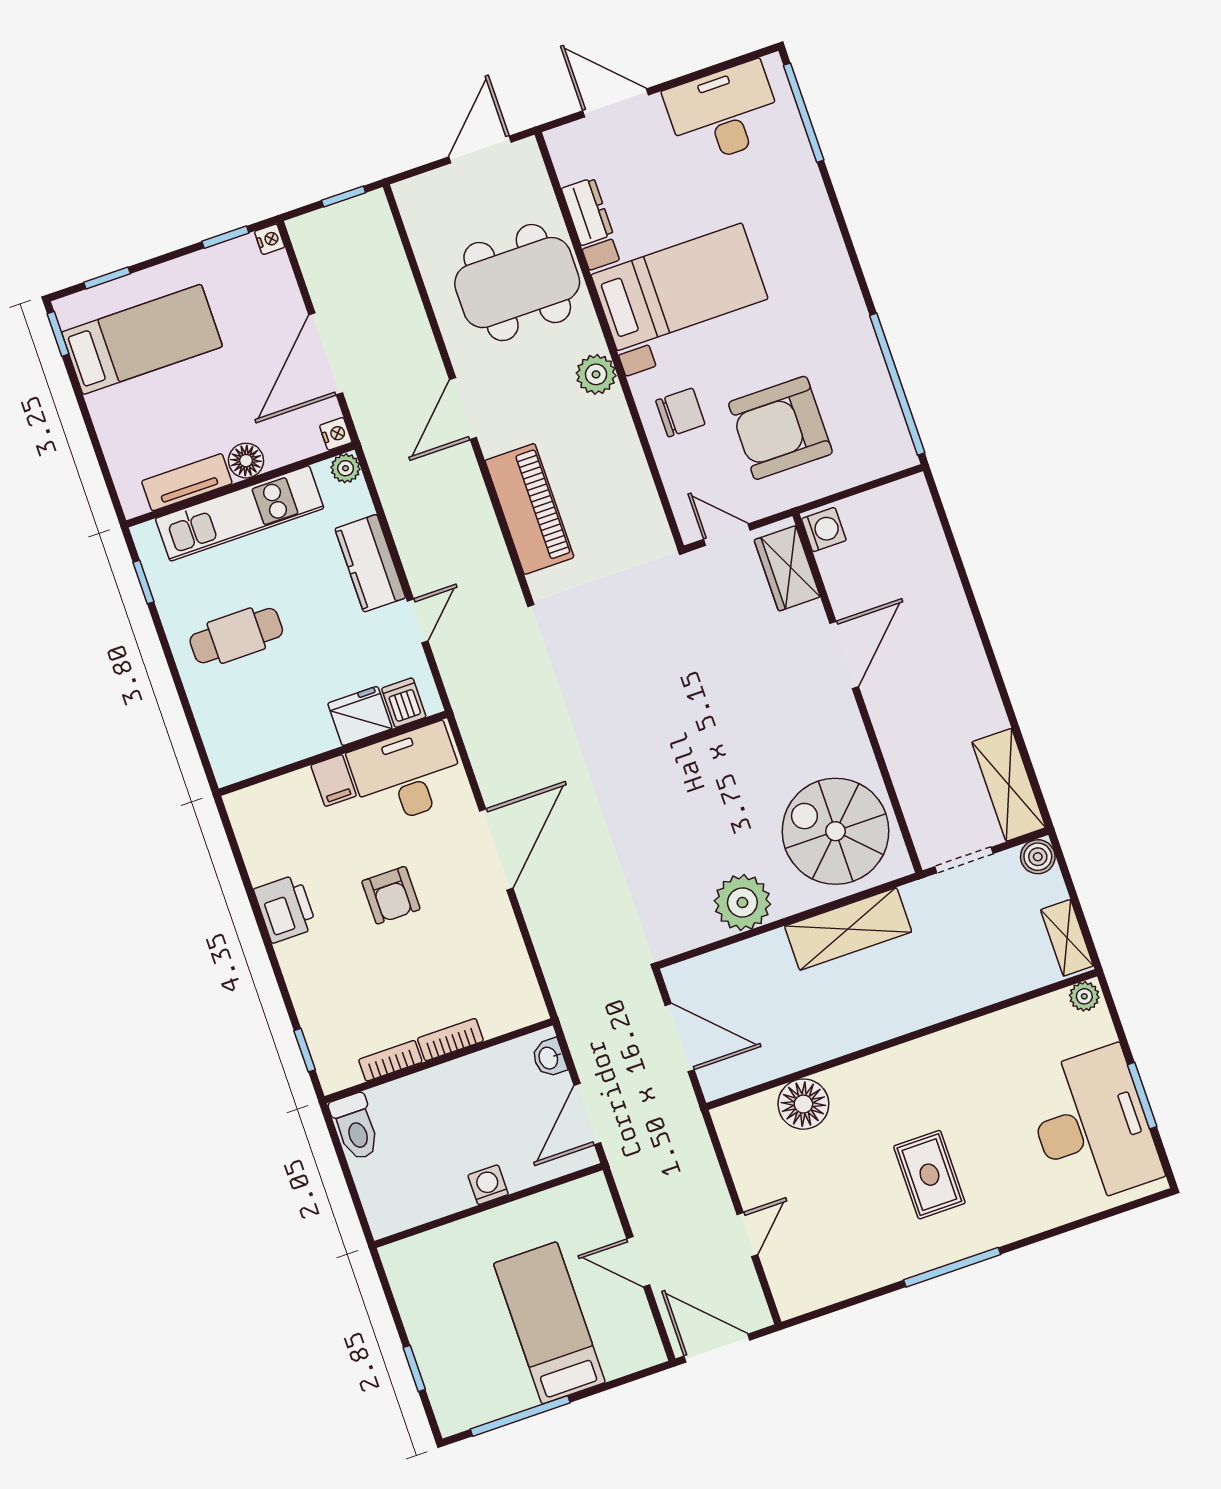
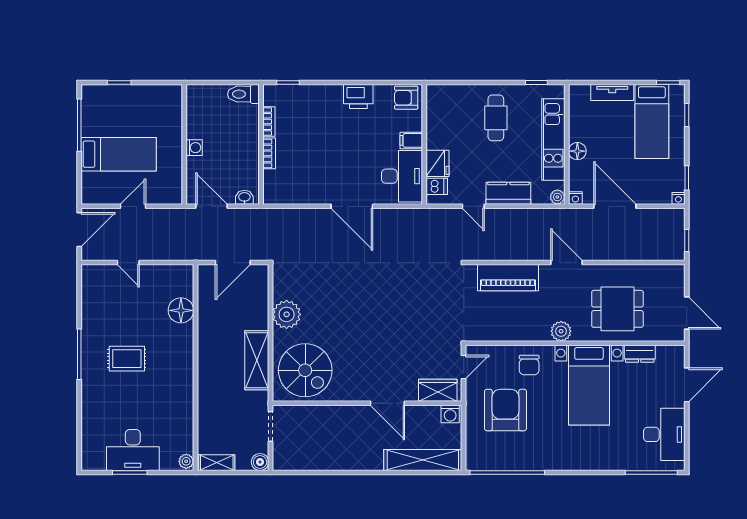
dining table: (517, 283) -> (617, 309), width x0.73
tv unit: (187, 482) -> (612, 93), moved, turned 90
shelving: (1009, 785) -> (423, 460), moved, width x1.47
spiral stairs: (836, 831) -> (305, 370), turned 90
armchair: (391, 895) -> (406, 98), moved
desk: (1092, 1126) -> (133, 450), width x0.73, depth x0.77

